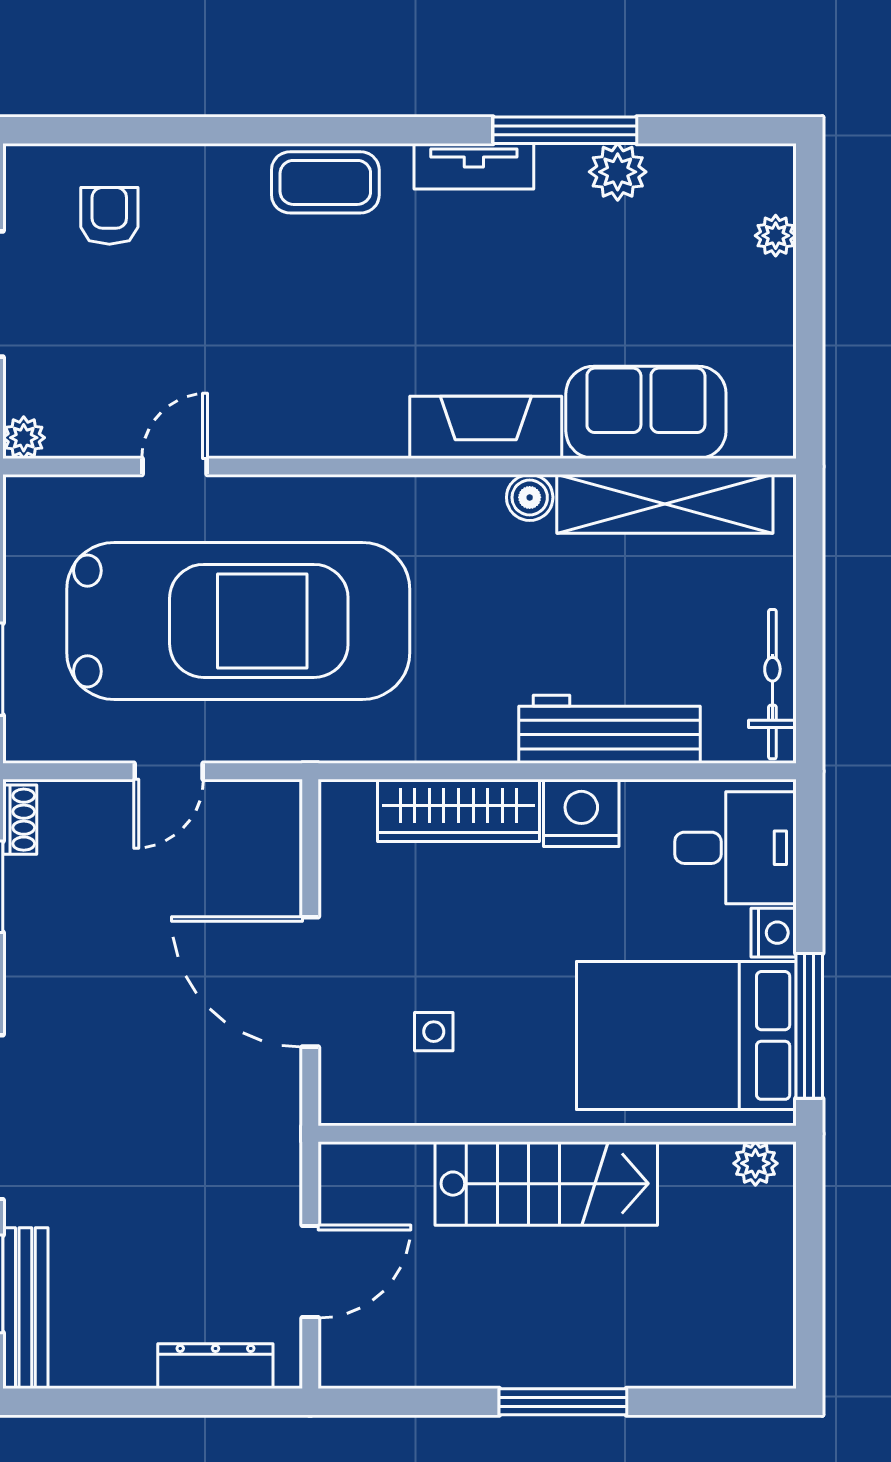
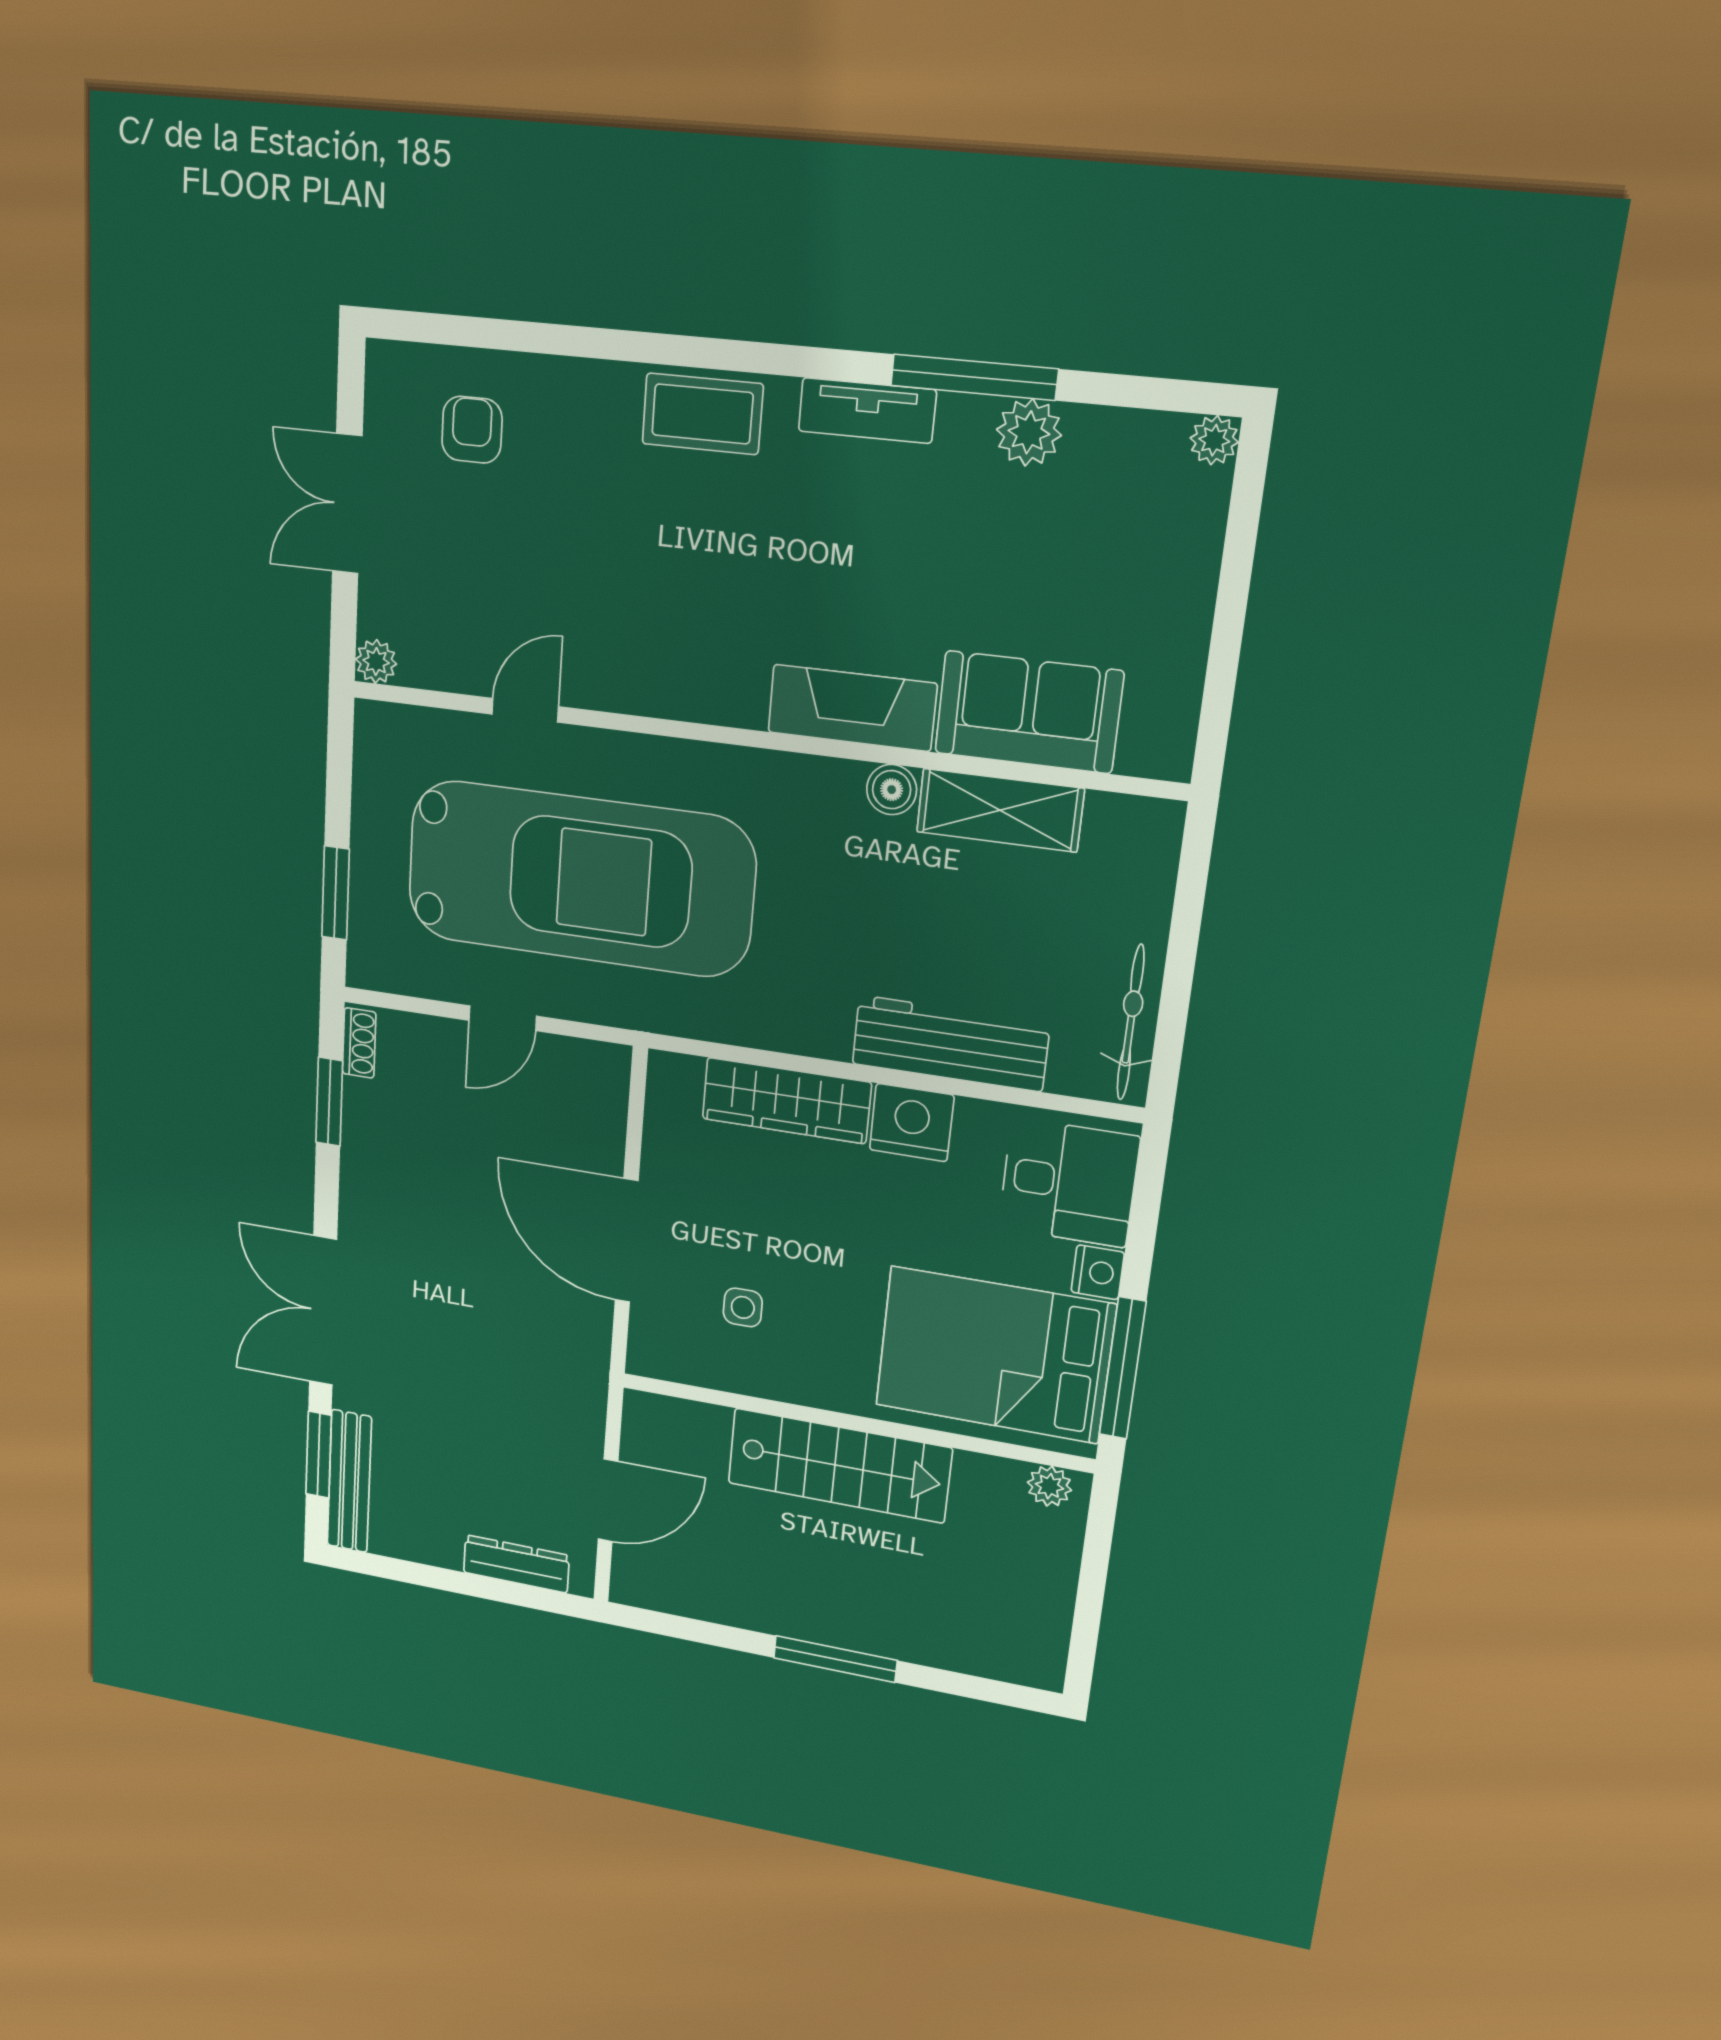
plant: (776, 236) -> (1214, 440), moved
shelving: (665, 504) -> (1000, 810), width x0.68

